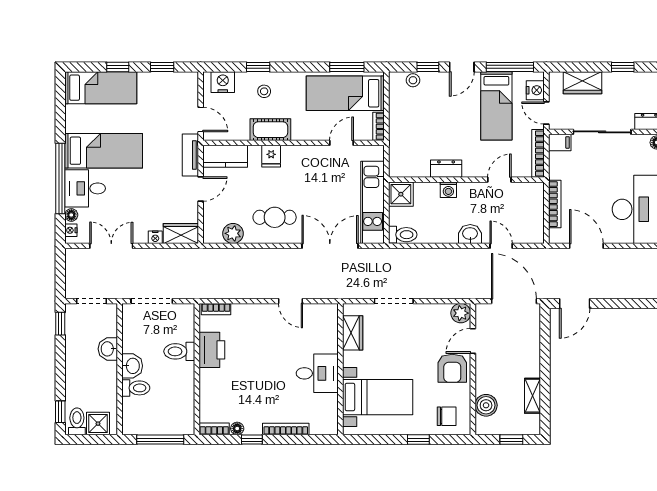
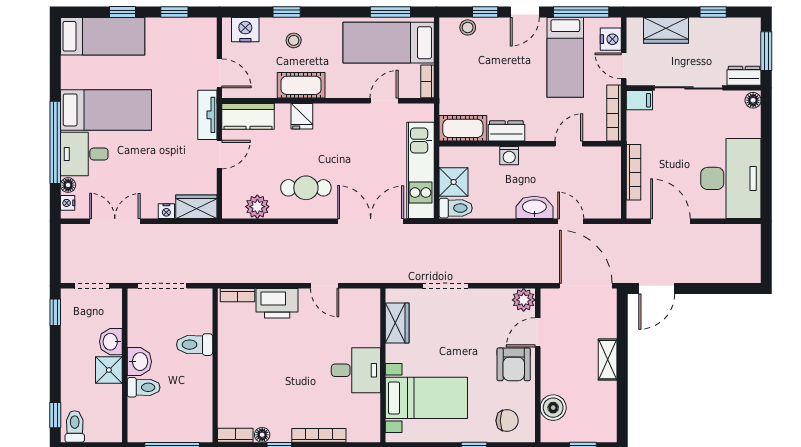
cot: (409, 166) -> (463, 128), added
shower: (401, 194) -> (454, 182), moved
washbasin: (470, 234) -> (534, 207), width x1.38
printer: (212, 350) -> (277, 303), moved, turned 90
shelving: (533, 396) -> (608, 360), moved
shower: (98, 424) -> (109, 370), moved

